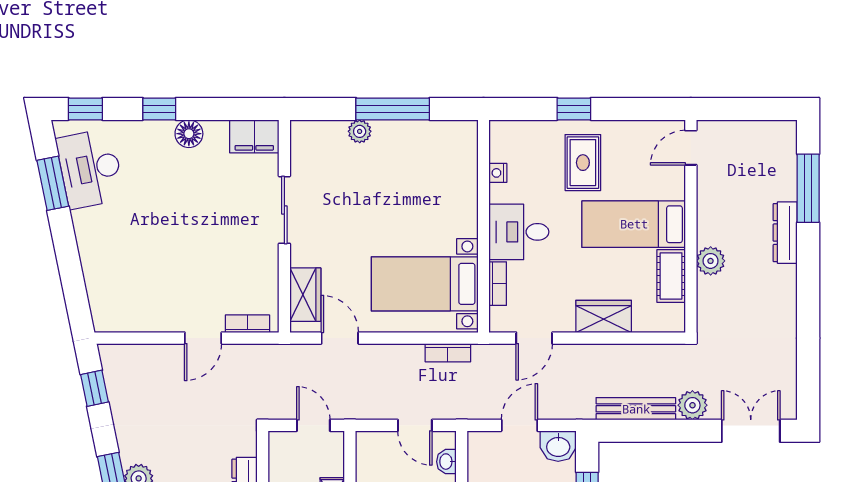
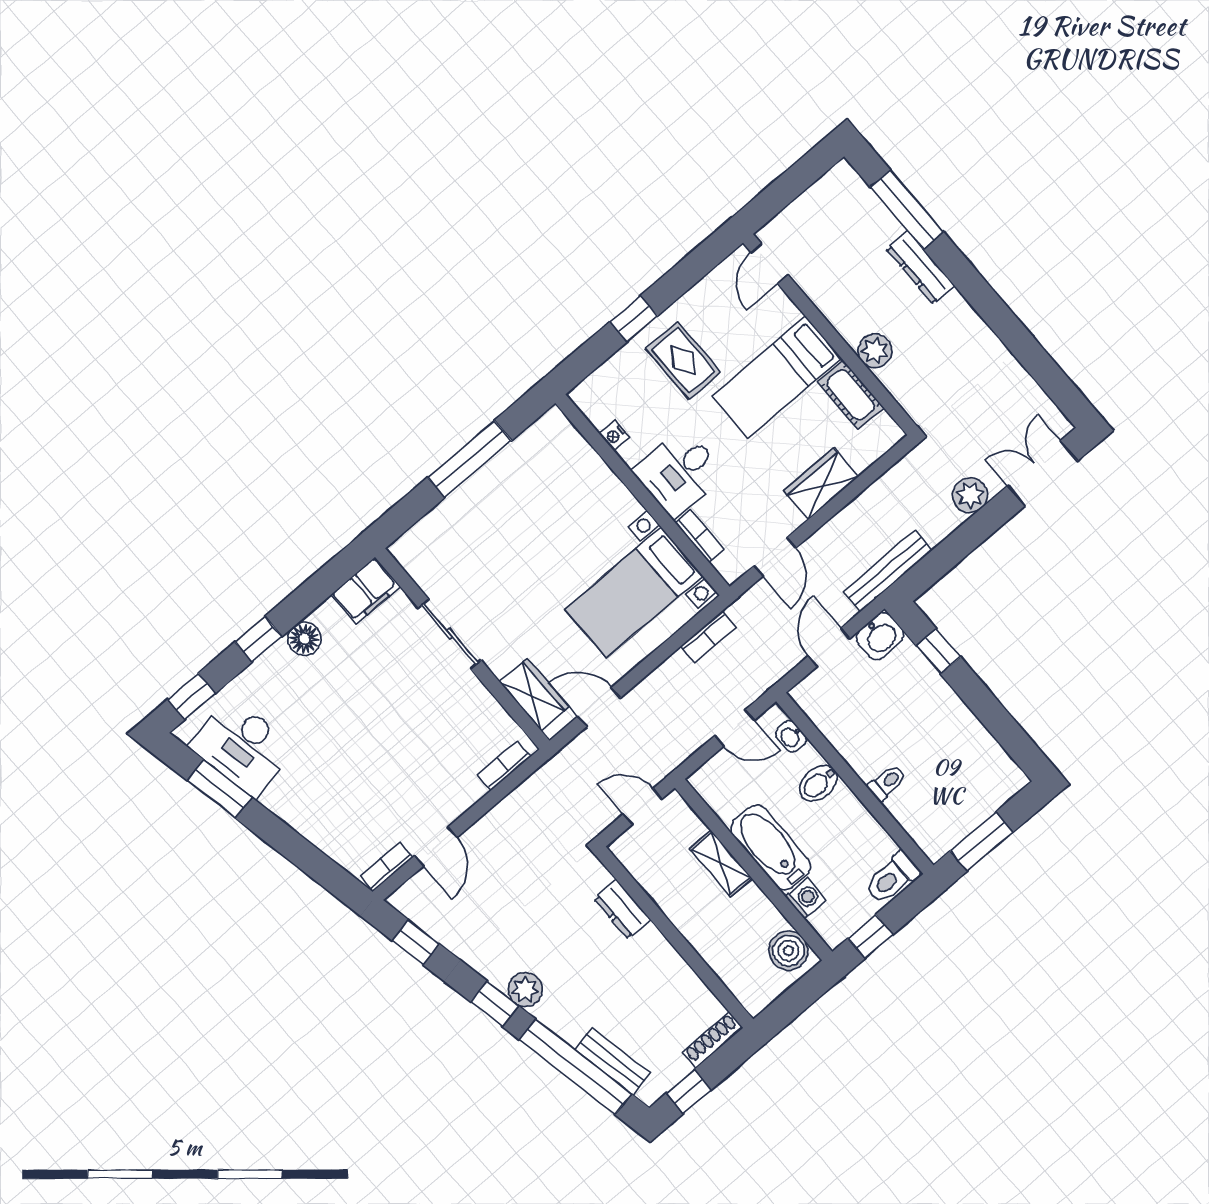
plant: (360, 131) -> (457, 505), removed
bookcase: (117, 324) -> (386, 866), added
door: (203, 338) -> (436, 846), moved
bench: (636, 409) -> (888, 571), moved

